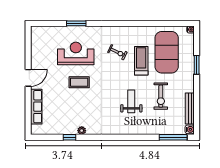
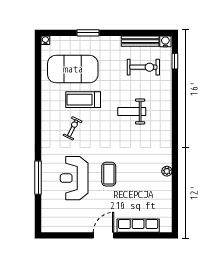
window: (76, 23) -> (38, 178), width x1.44
door: (28, 78) -> (104, 235), hinge flipped
exercise bike: (161, 96) -> (143, 67), moved
window: (70, 137) -> (175, 186), removed
window: (173, 137) -> (175, 61), width x0.46

